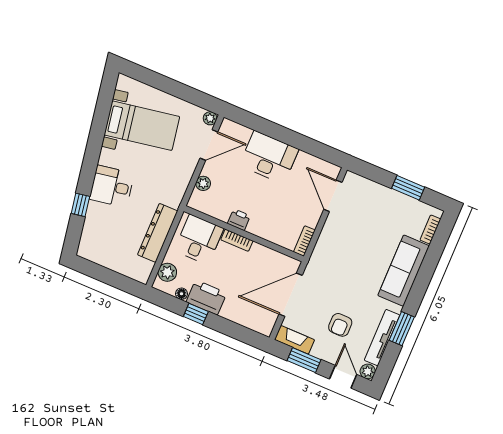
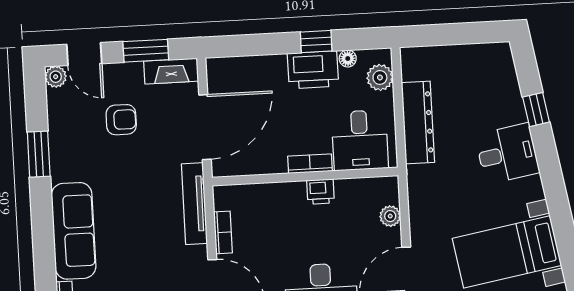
bookcase: (304, 241) -> (223, 232), moved
armchair: (340, 325) -> (121, 120), turned 90
tv unit: (382, 338) -> (194, 204), moved, turned 180

